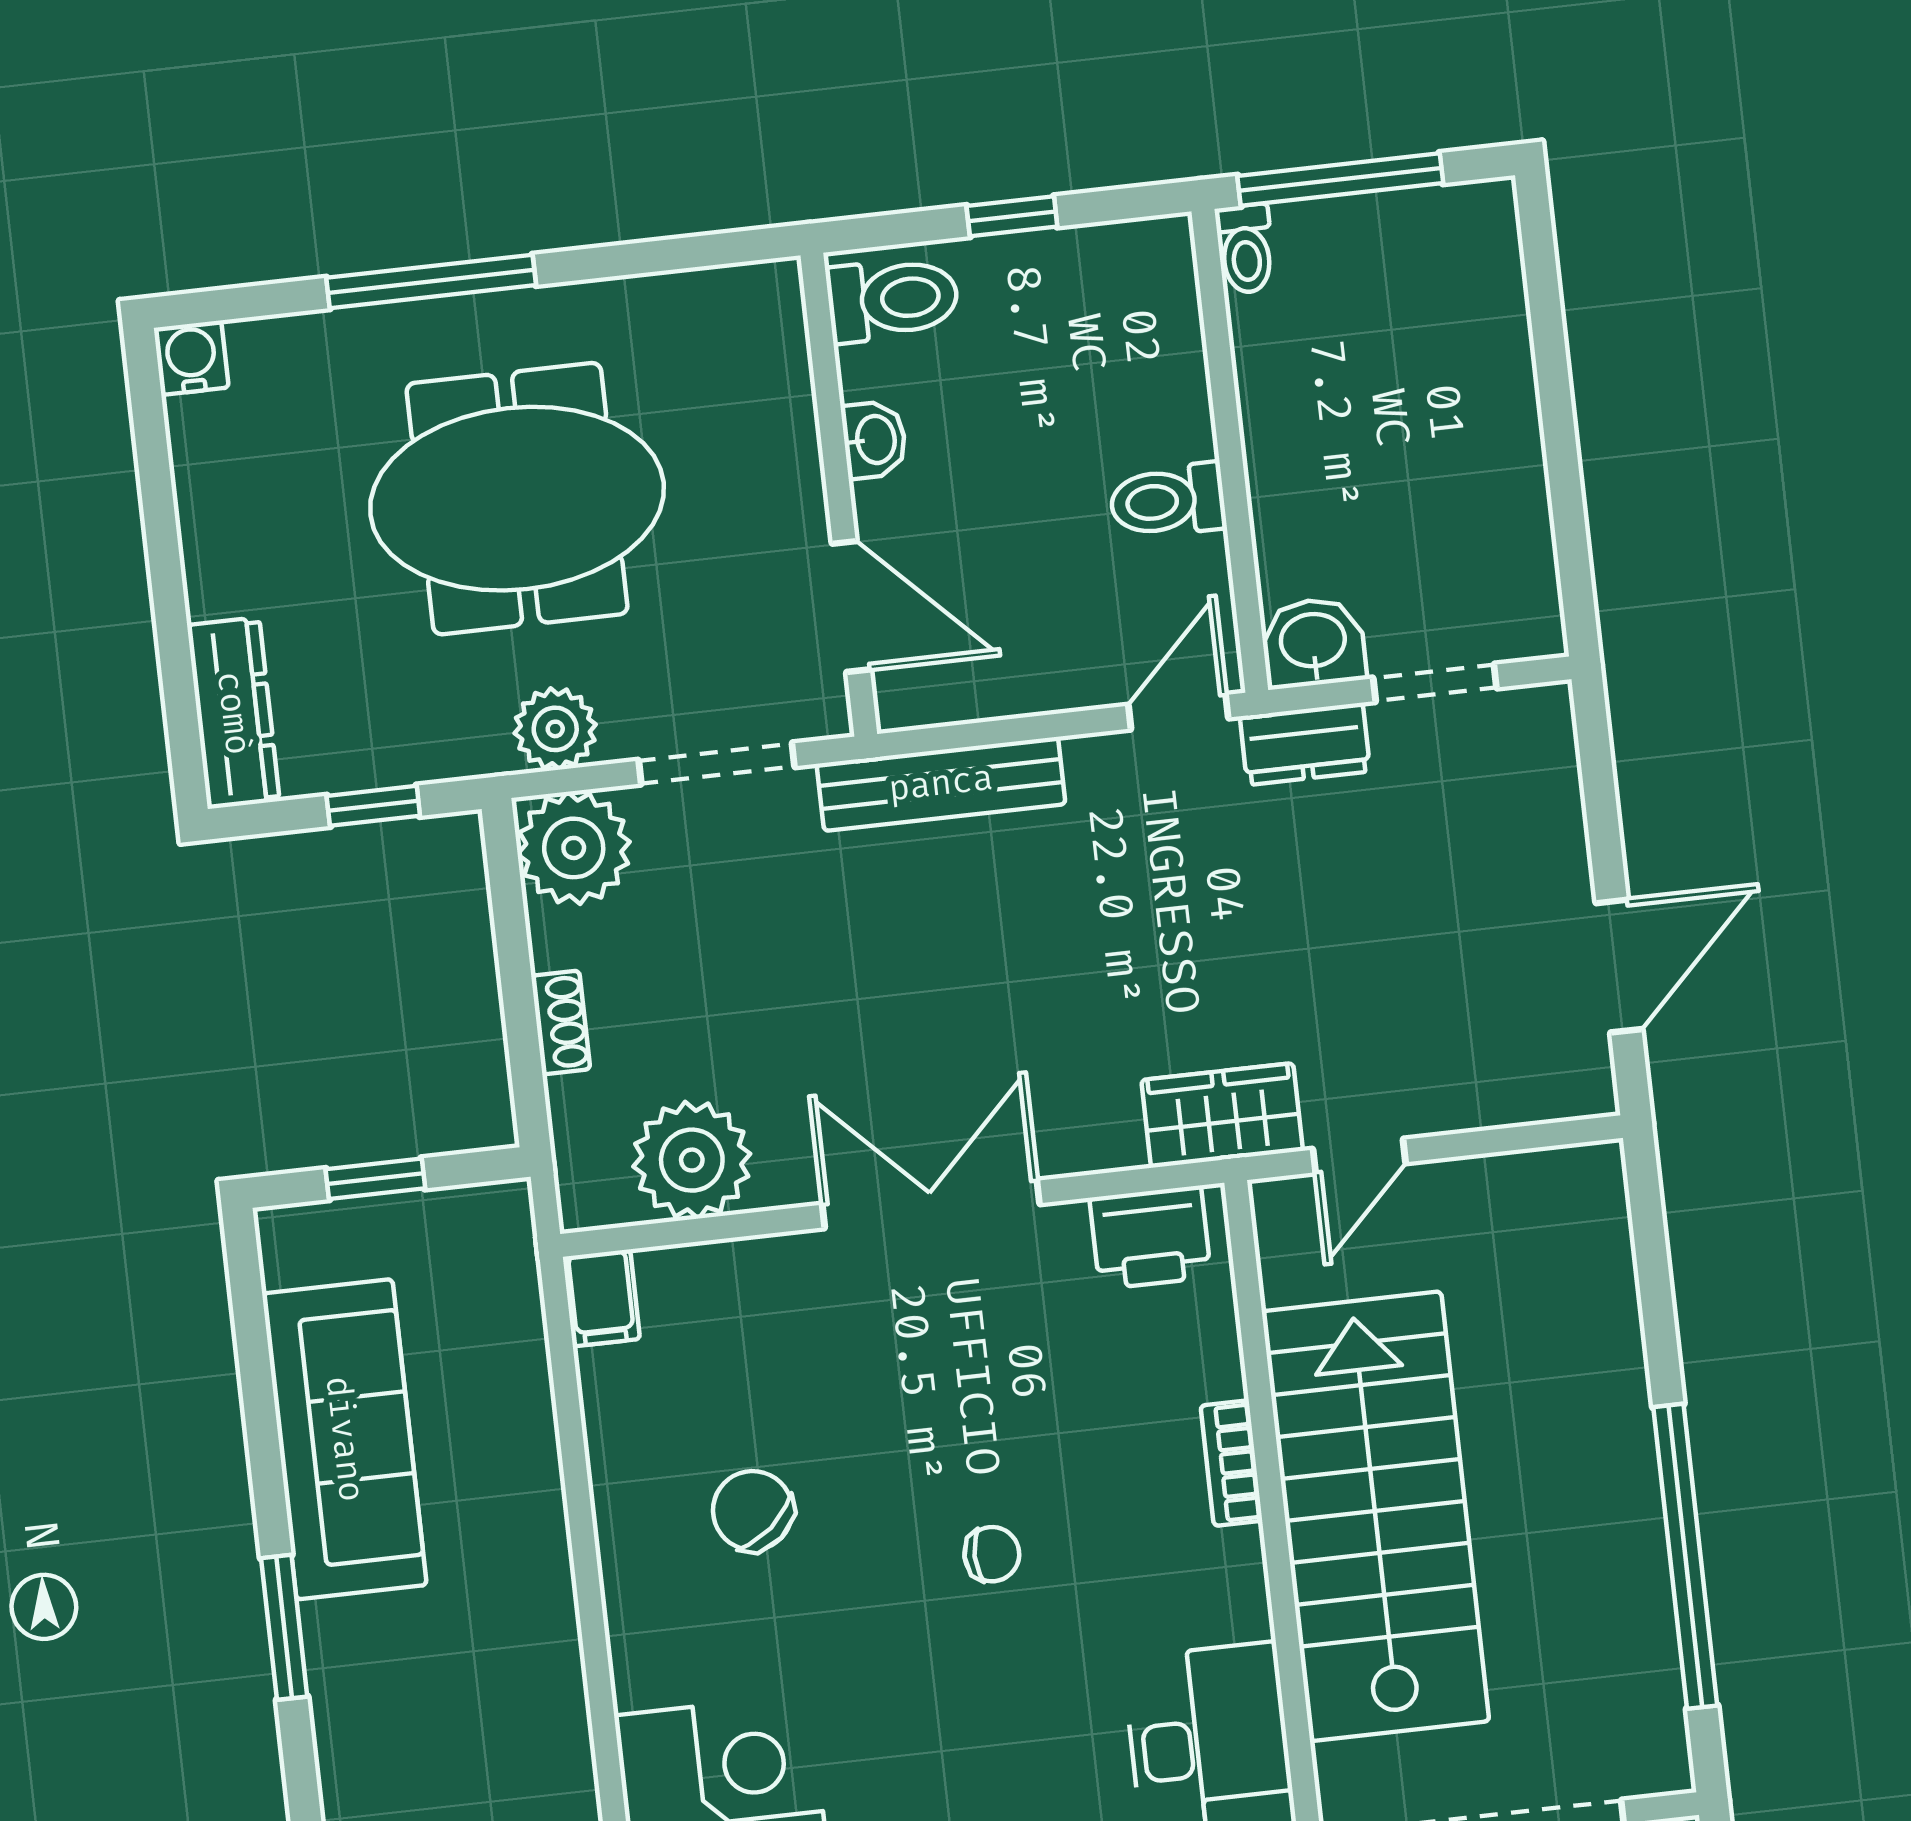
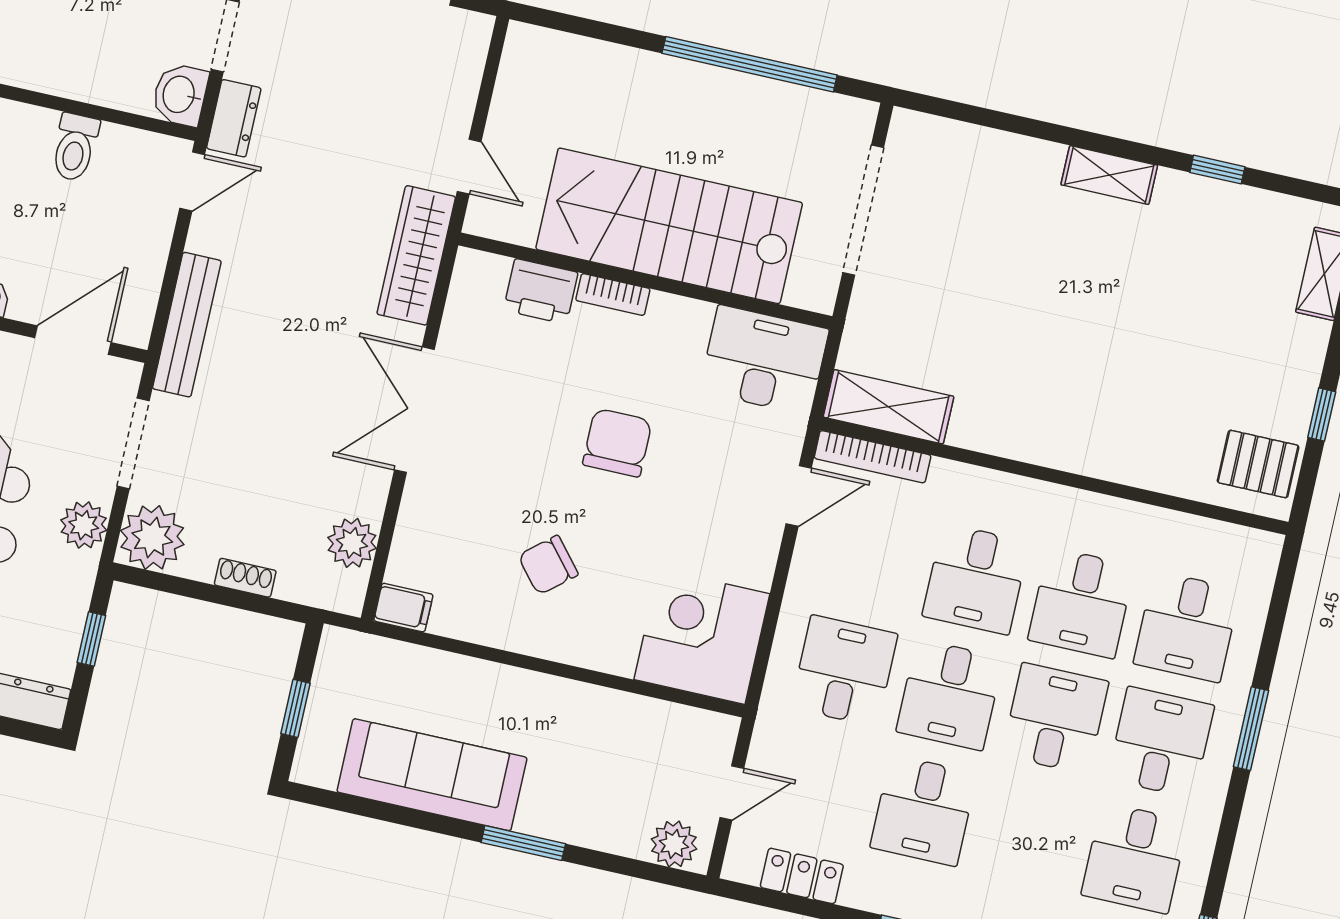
door: (1178, 712) -> (192, 181), swing flipped
wardrobe: (1222, 1115) -> (416, 255), width x1.50
plant: (692, 1160) -> (352, 543), width x0.73, depth x0.73
printer: (1150, 1237) -> (541, 291), moved, turned 90
chair: (992, 1554) -> (617, 443), width x1.87, depth x1.87

